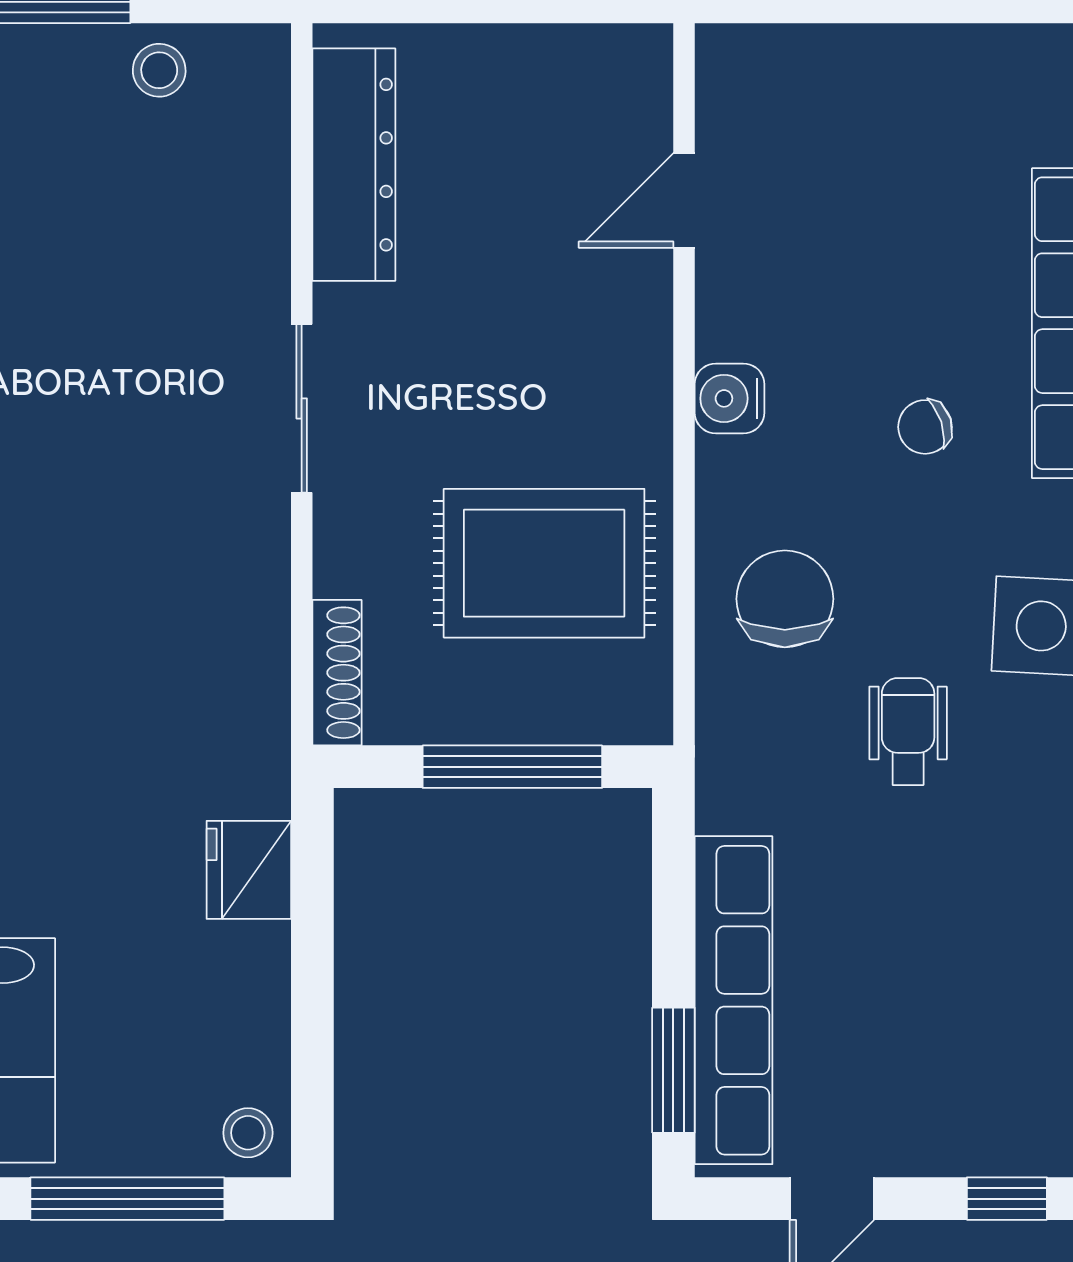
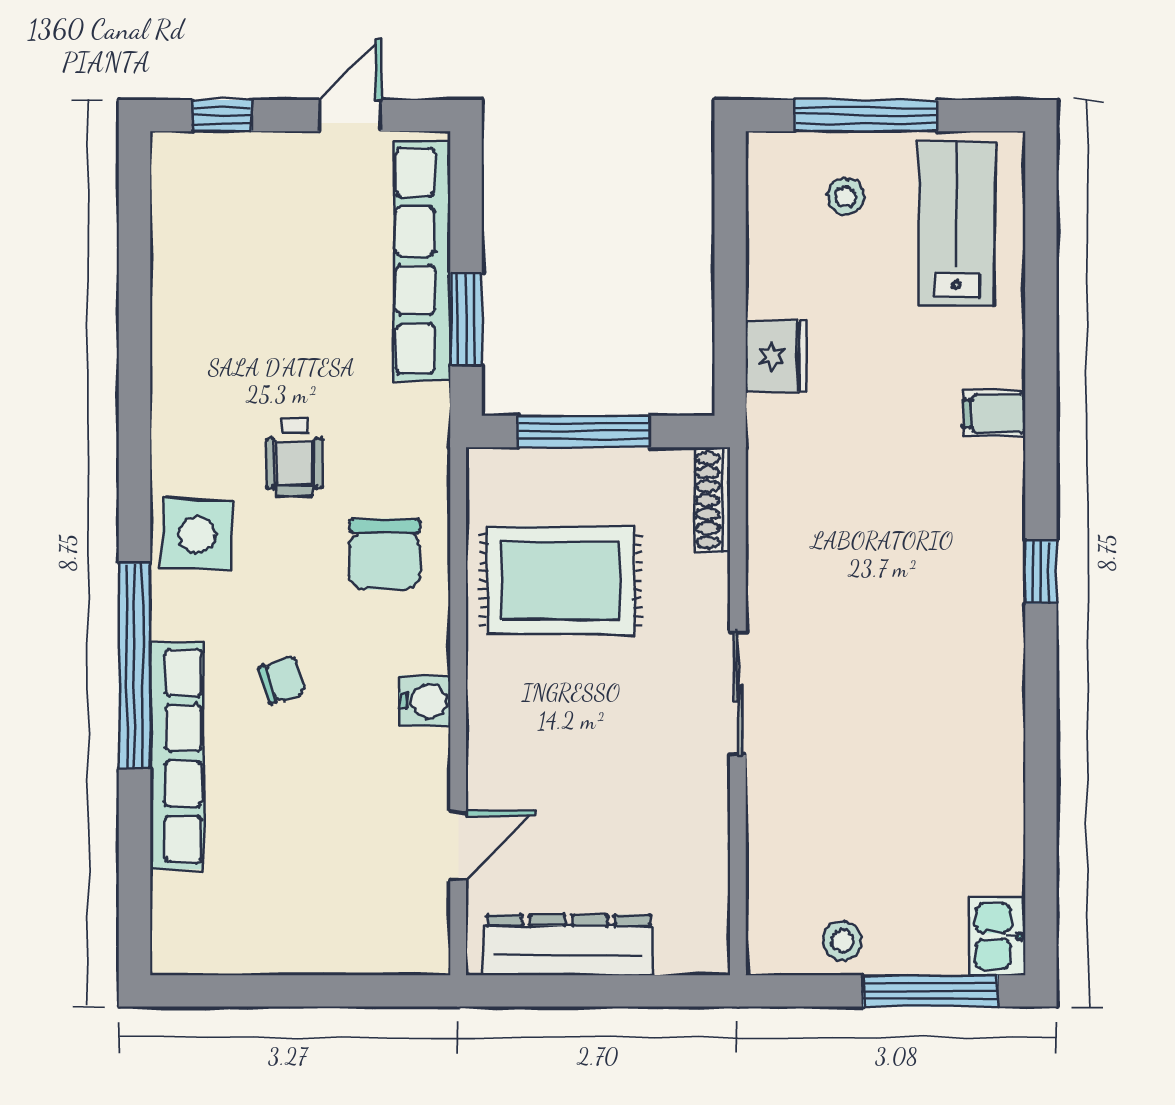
dresser: (354, 165) -> (569, 945), moved, turned 90
window: (673, 1070) -> (466, 319), moved
stool: (248, 1133) -> (846, 196), moved

